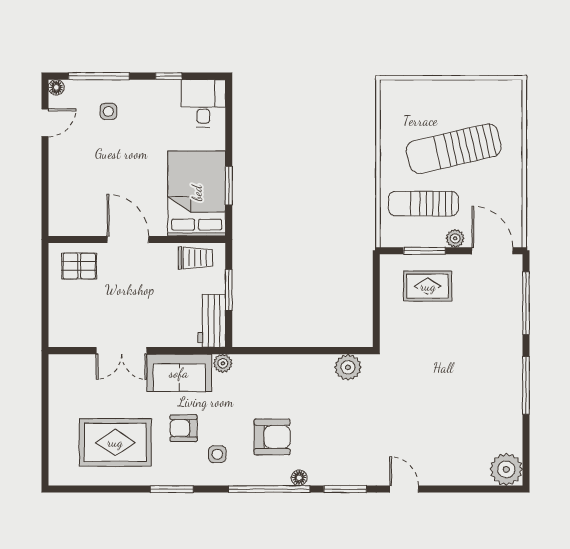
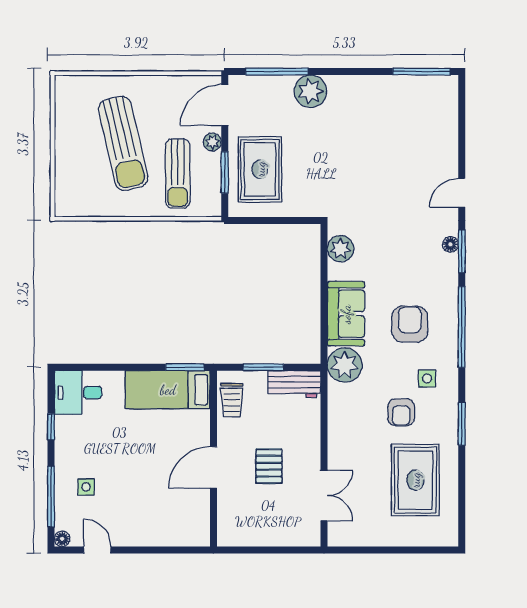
window: (229, 186) -> (185, 367), moved
bed: (197, 193) -> (168, 390), width x0.67
trolley: (196, 258) -> (232, 400), turned 180
pallet: (79, 266) -> (269, 466), moved
rug: (428, 286) -> (260, 169), width x1.36, depth x1.43
double door: (121, 351) -> (324, 496), moved
plant: (223, 363) -> (345, 365), width x1.88, depth x1.88
sofa: (179, 373) -> (346, 314), moved
window: (526, 385) -> (421, 72), moved
plant: (506, 469) -> (311, 91), moved
floor lamp: (299, 478) -> (450, 244), moved

